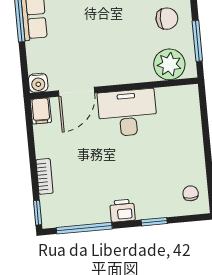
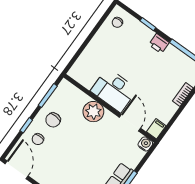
chair: (167, 19) -> (53, 120), turned -87
plant: (169, 64) -> (93, 112), moved
door: (77, 92) -> (130, 123), hinge flipped

